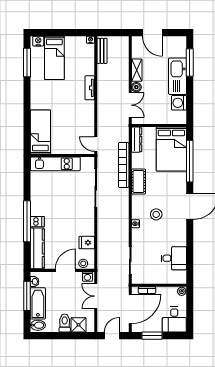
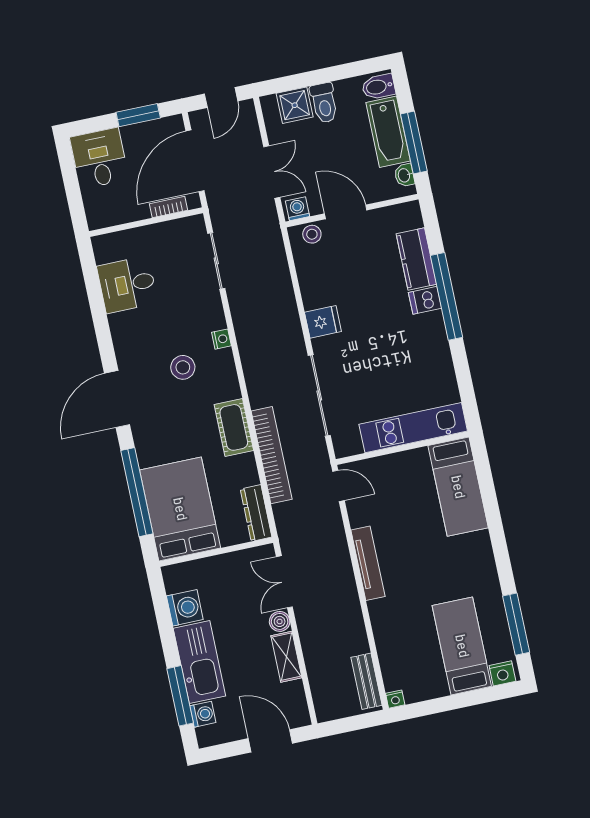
washing machine: (181, 52) -> (203, 714), added
tv unit: (90, 88) -> (368, 563), moved, width x1.41
fridge: (87, 243) -> (323, 322), moved
kitchen counter: (37, 248) -> (416, 259), width x0.67
door: (65, 270) -> (346, 212), swing flipped
plant: (182, 291) -> (96, 220), removed

